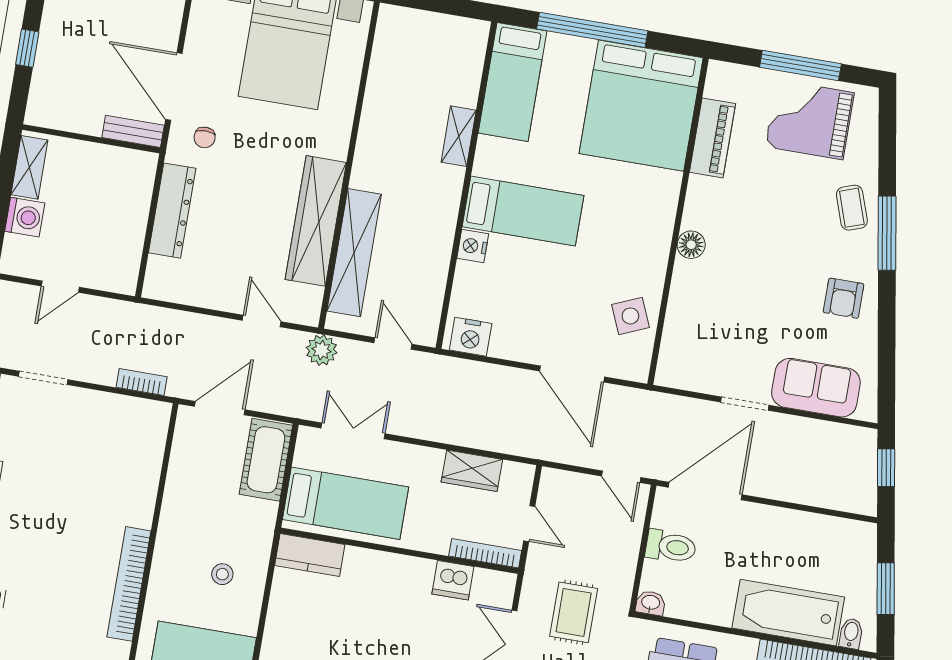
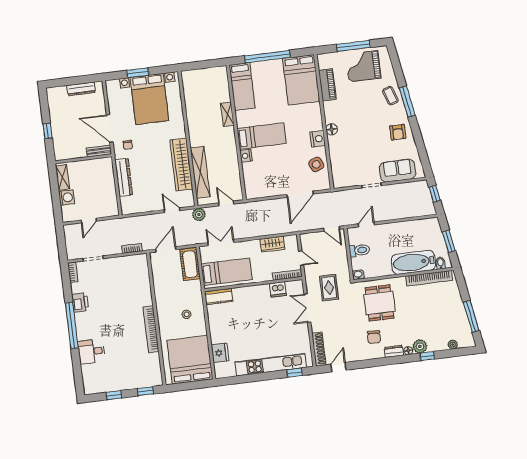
bed: (641, 106) -> (301, 80), width x0.73
nightstand: (471, 337) -> (318, 139), moved, turned -90
door: (572, 374) -> (300, 194), hinge flipped
door: (705, 491) -> (366, 224), width x0.53

